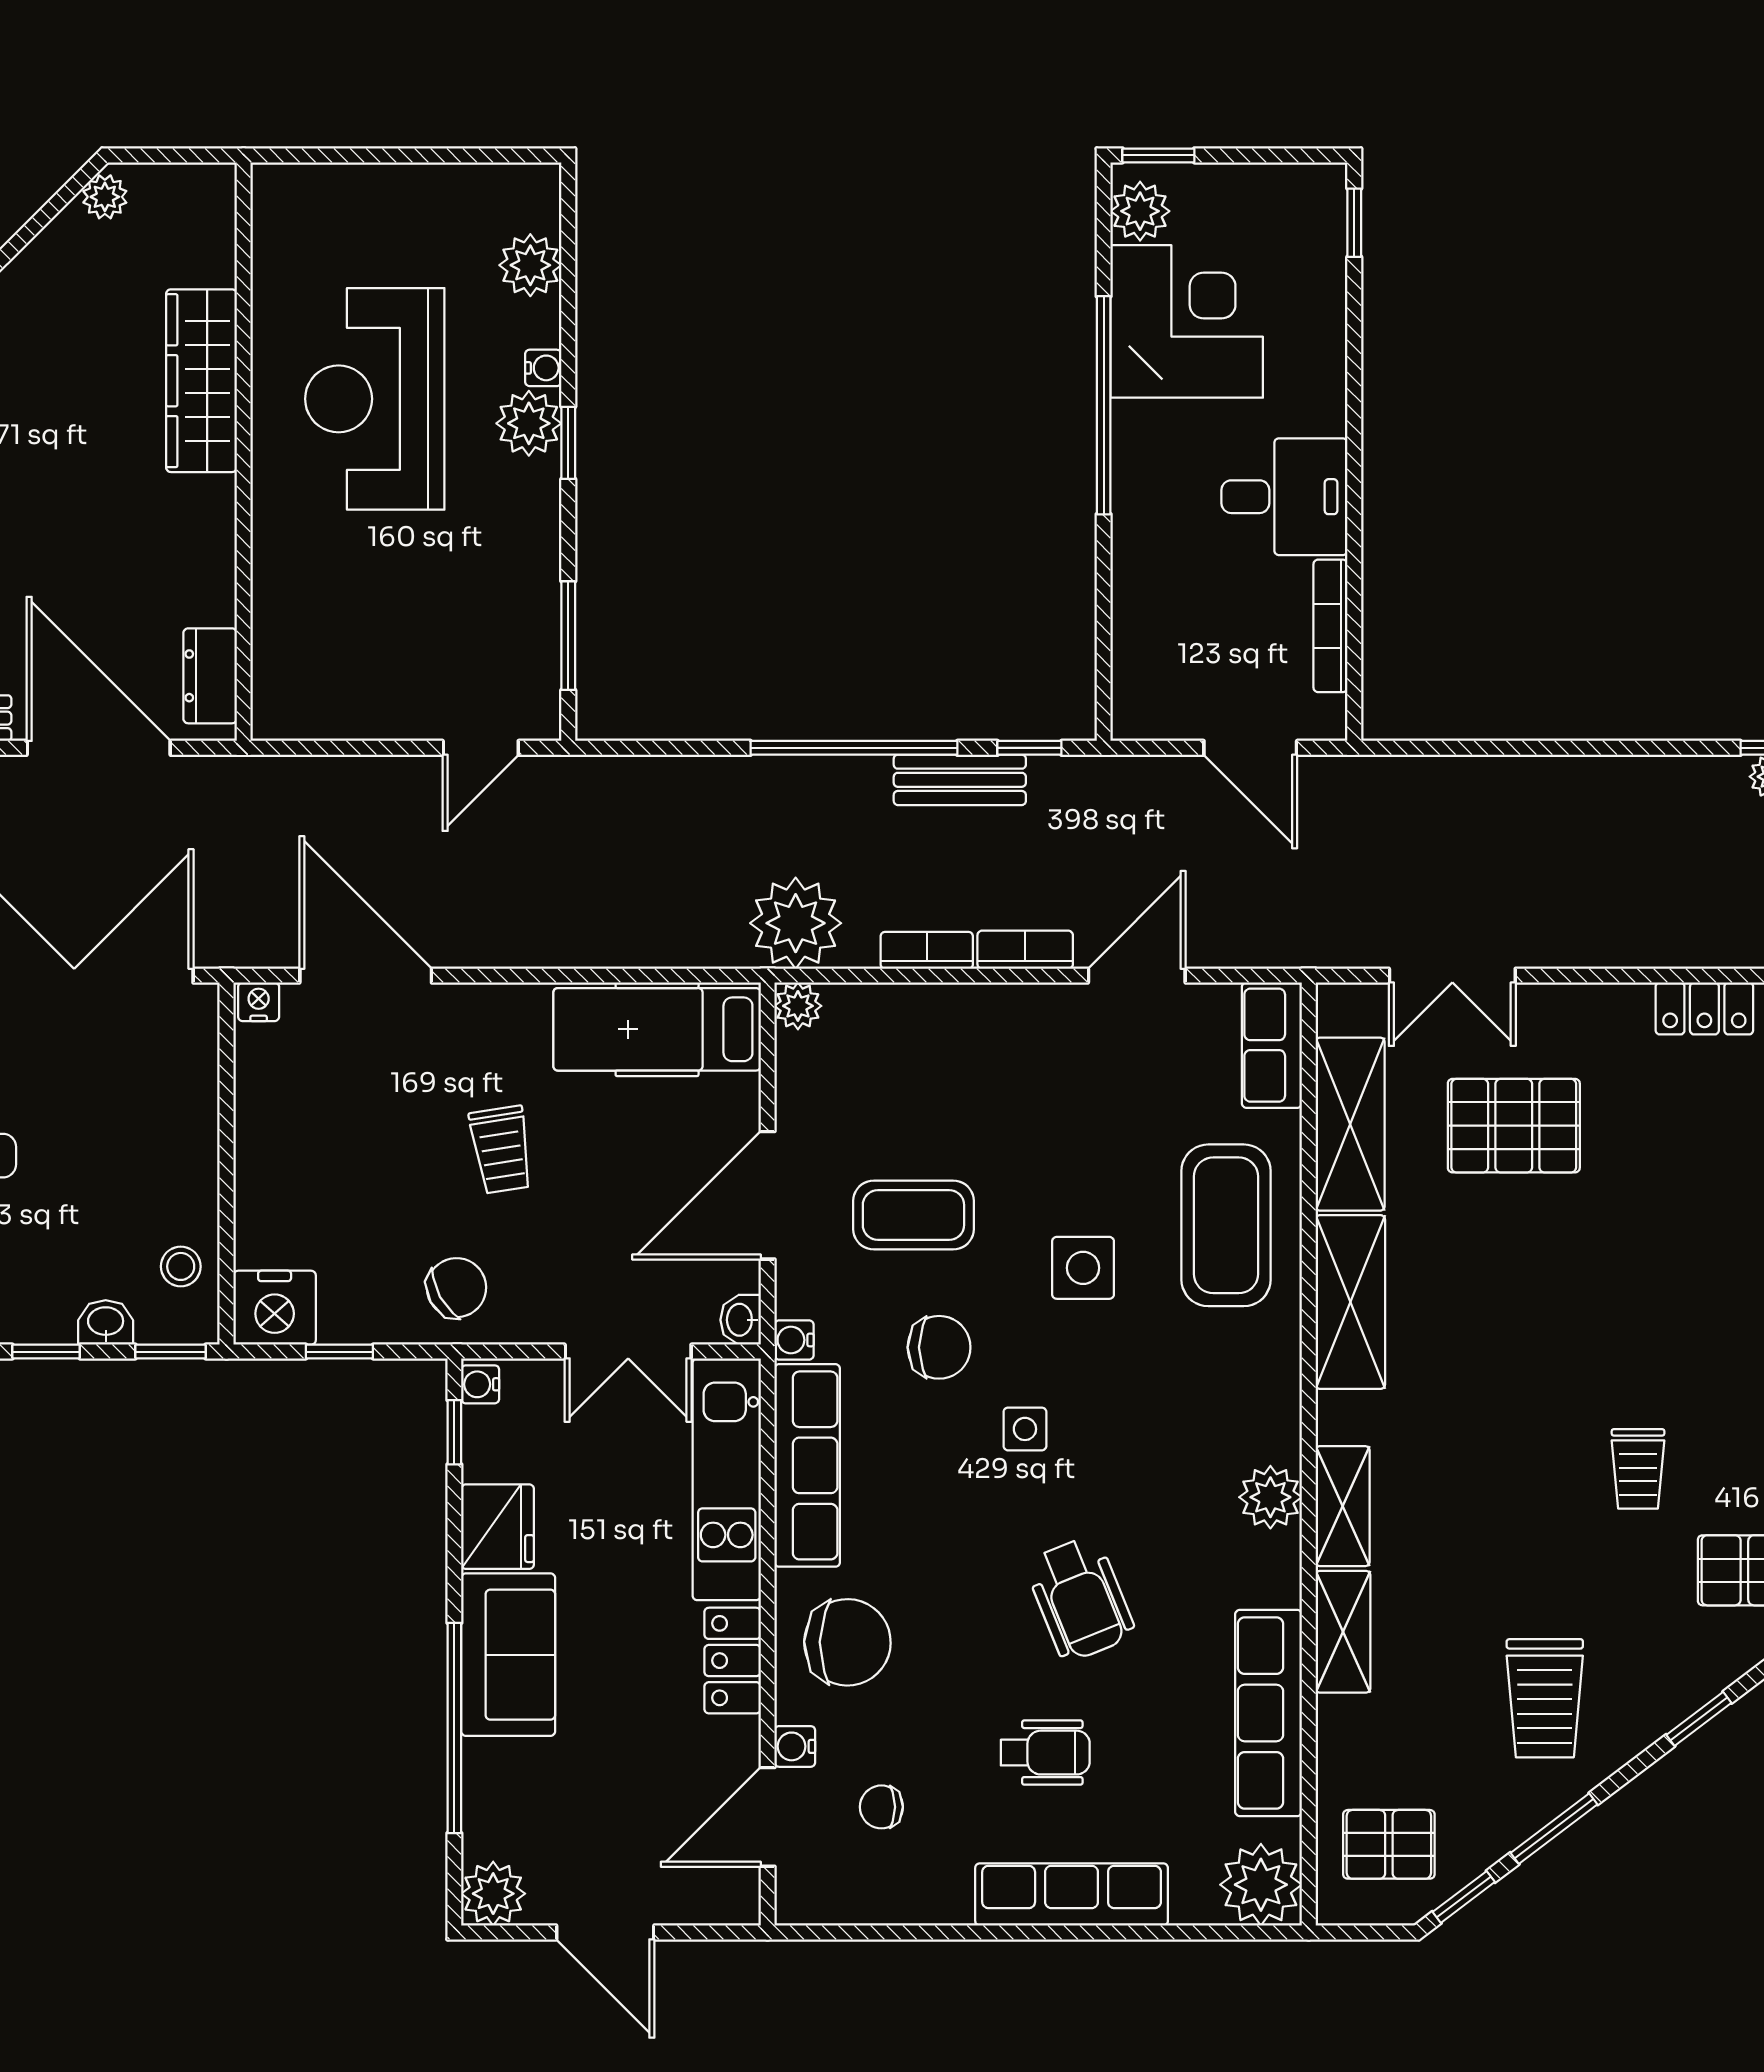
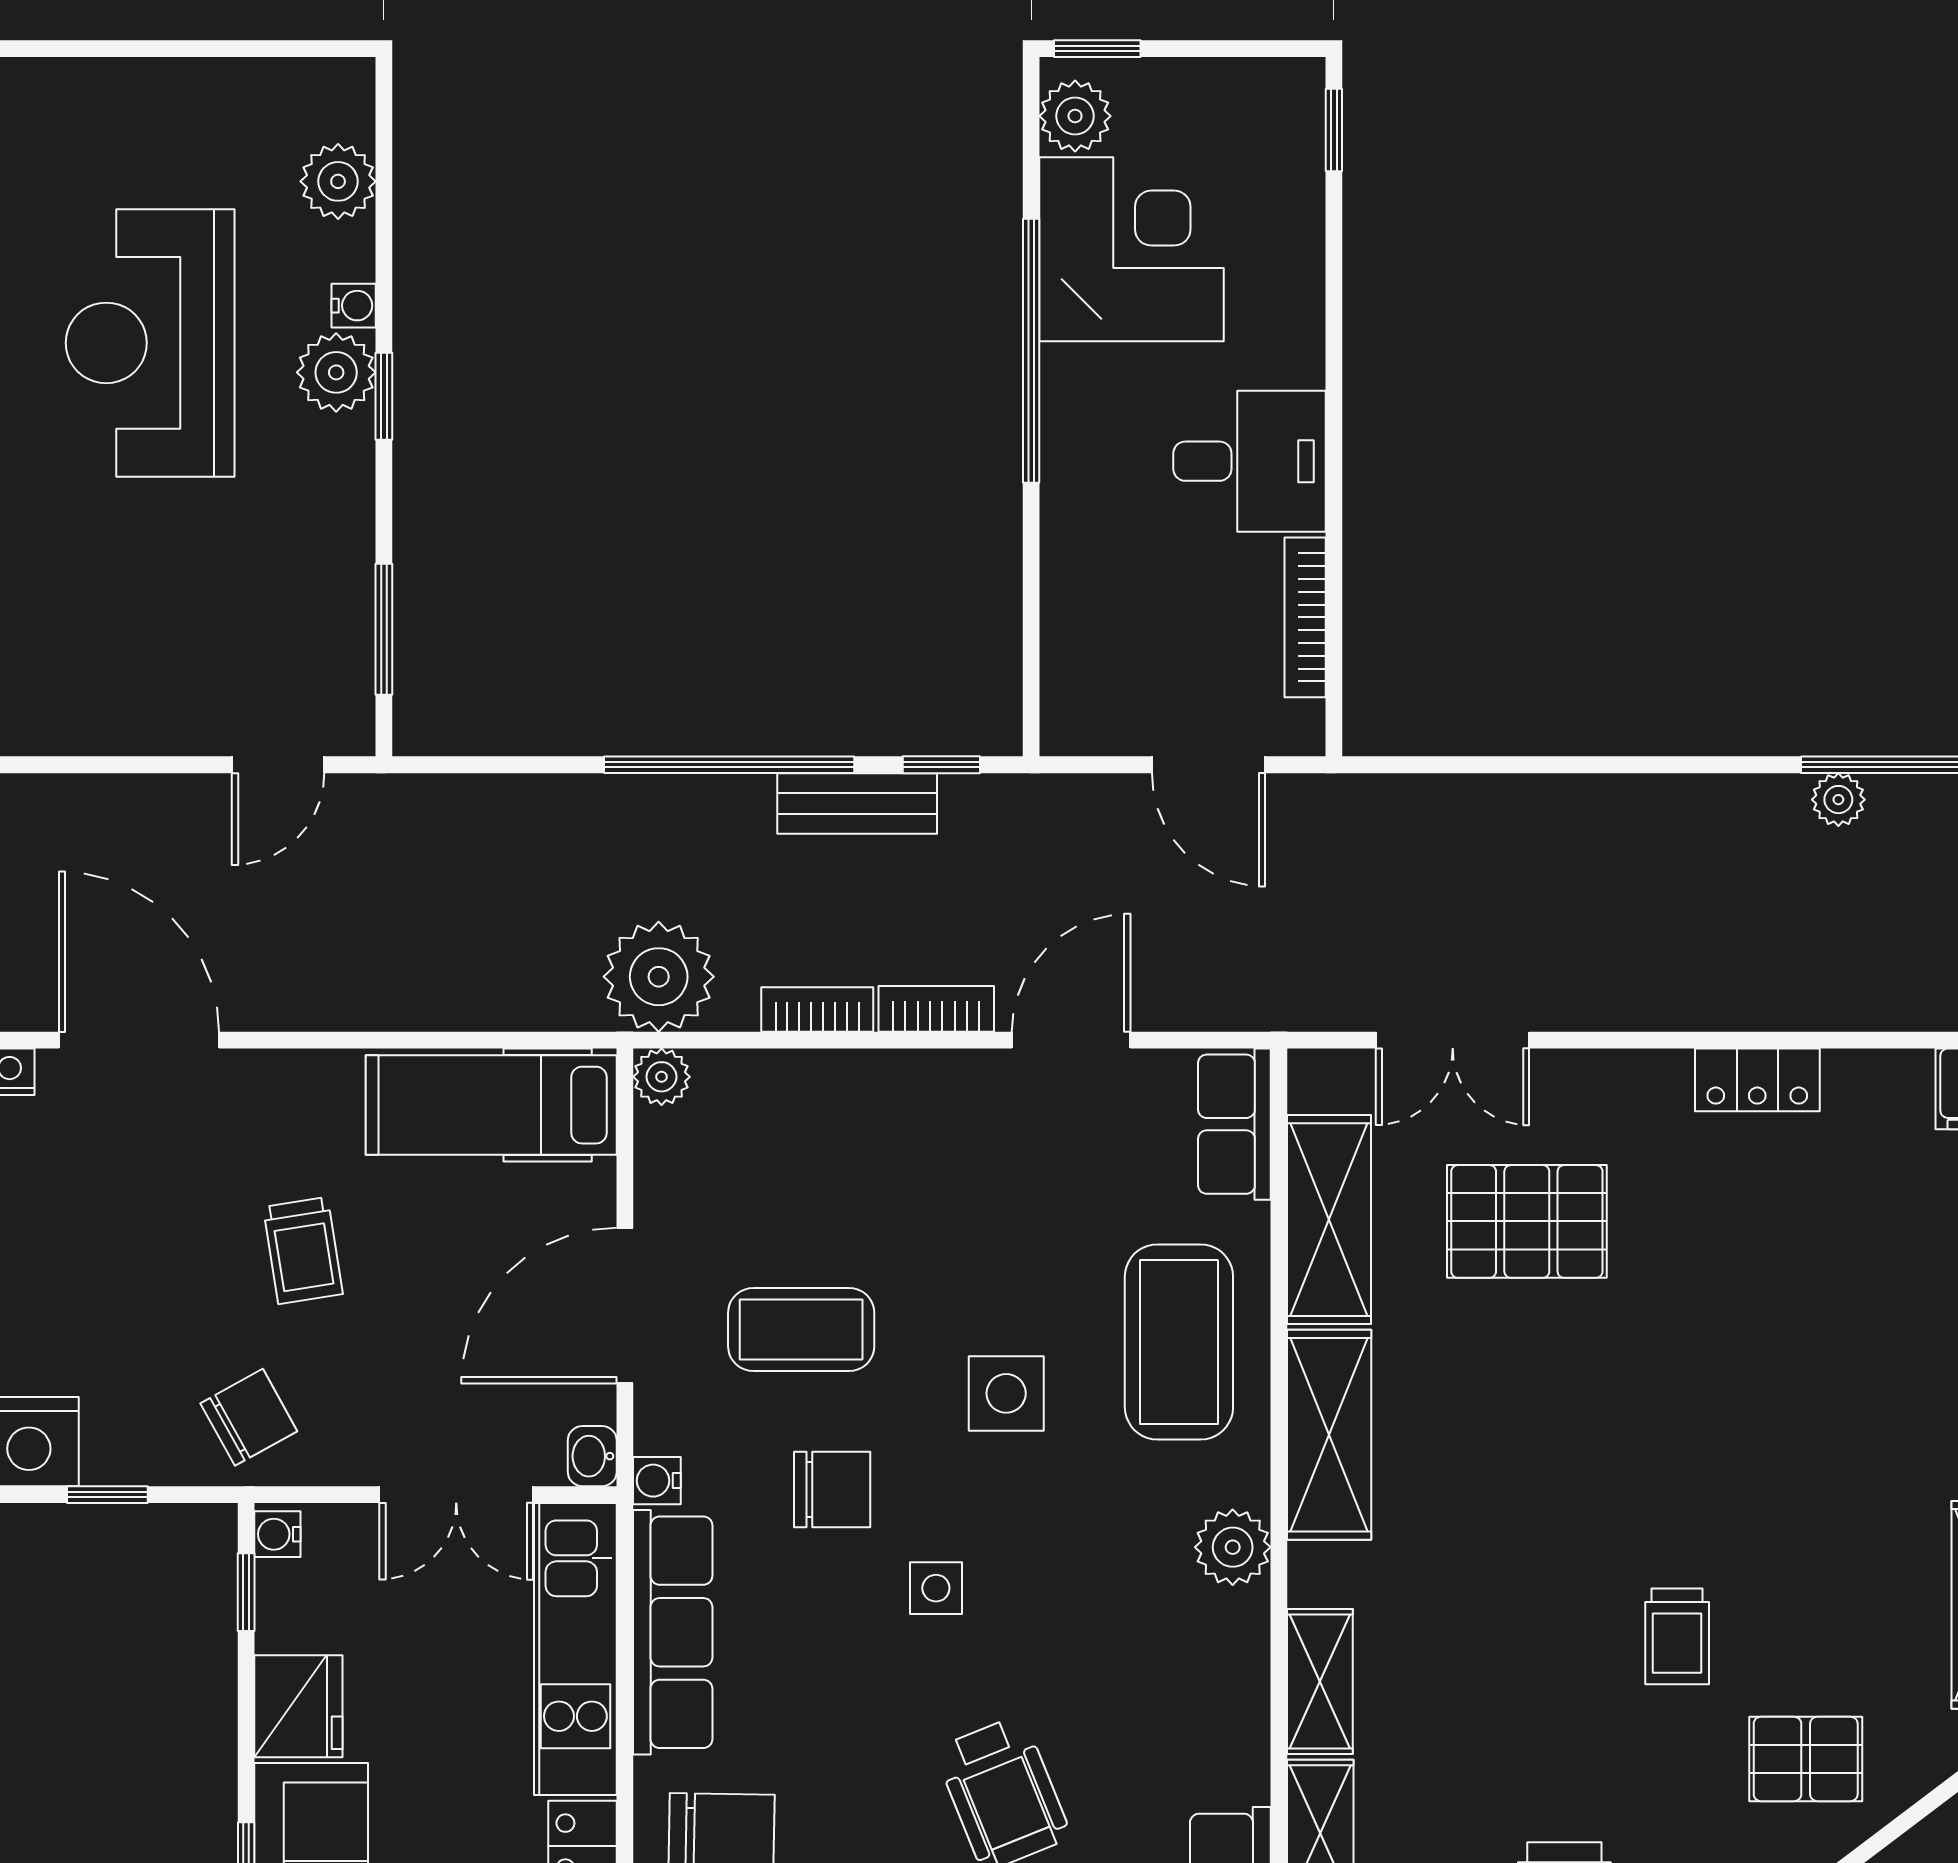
plant: (1270, 1497) -> (1233, 1547), moved

